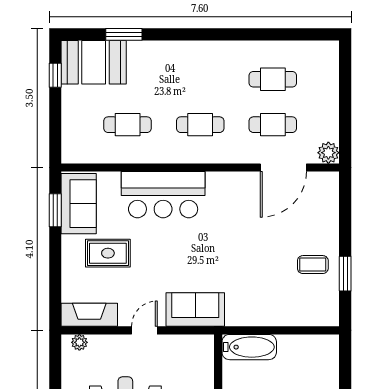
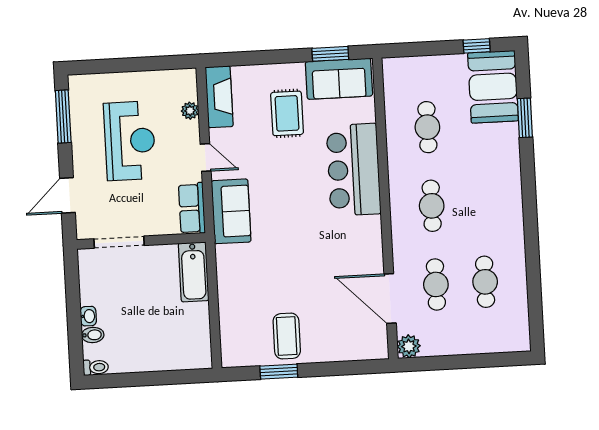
coffee table: (313, 265) -> (287, 336), width x1.36, depth x1.30
plant: (79, 342) -> (190, 111), moved
row of seats: (191, 346) -> (192, 208), added

